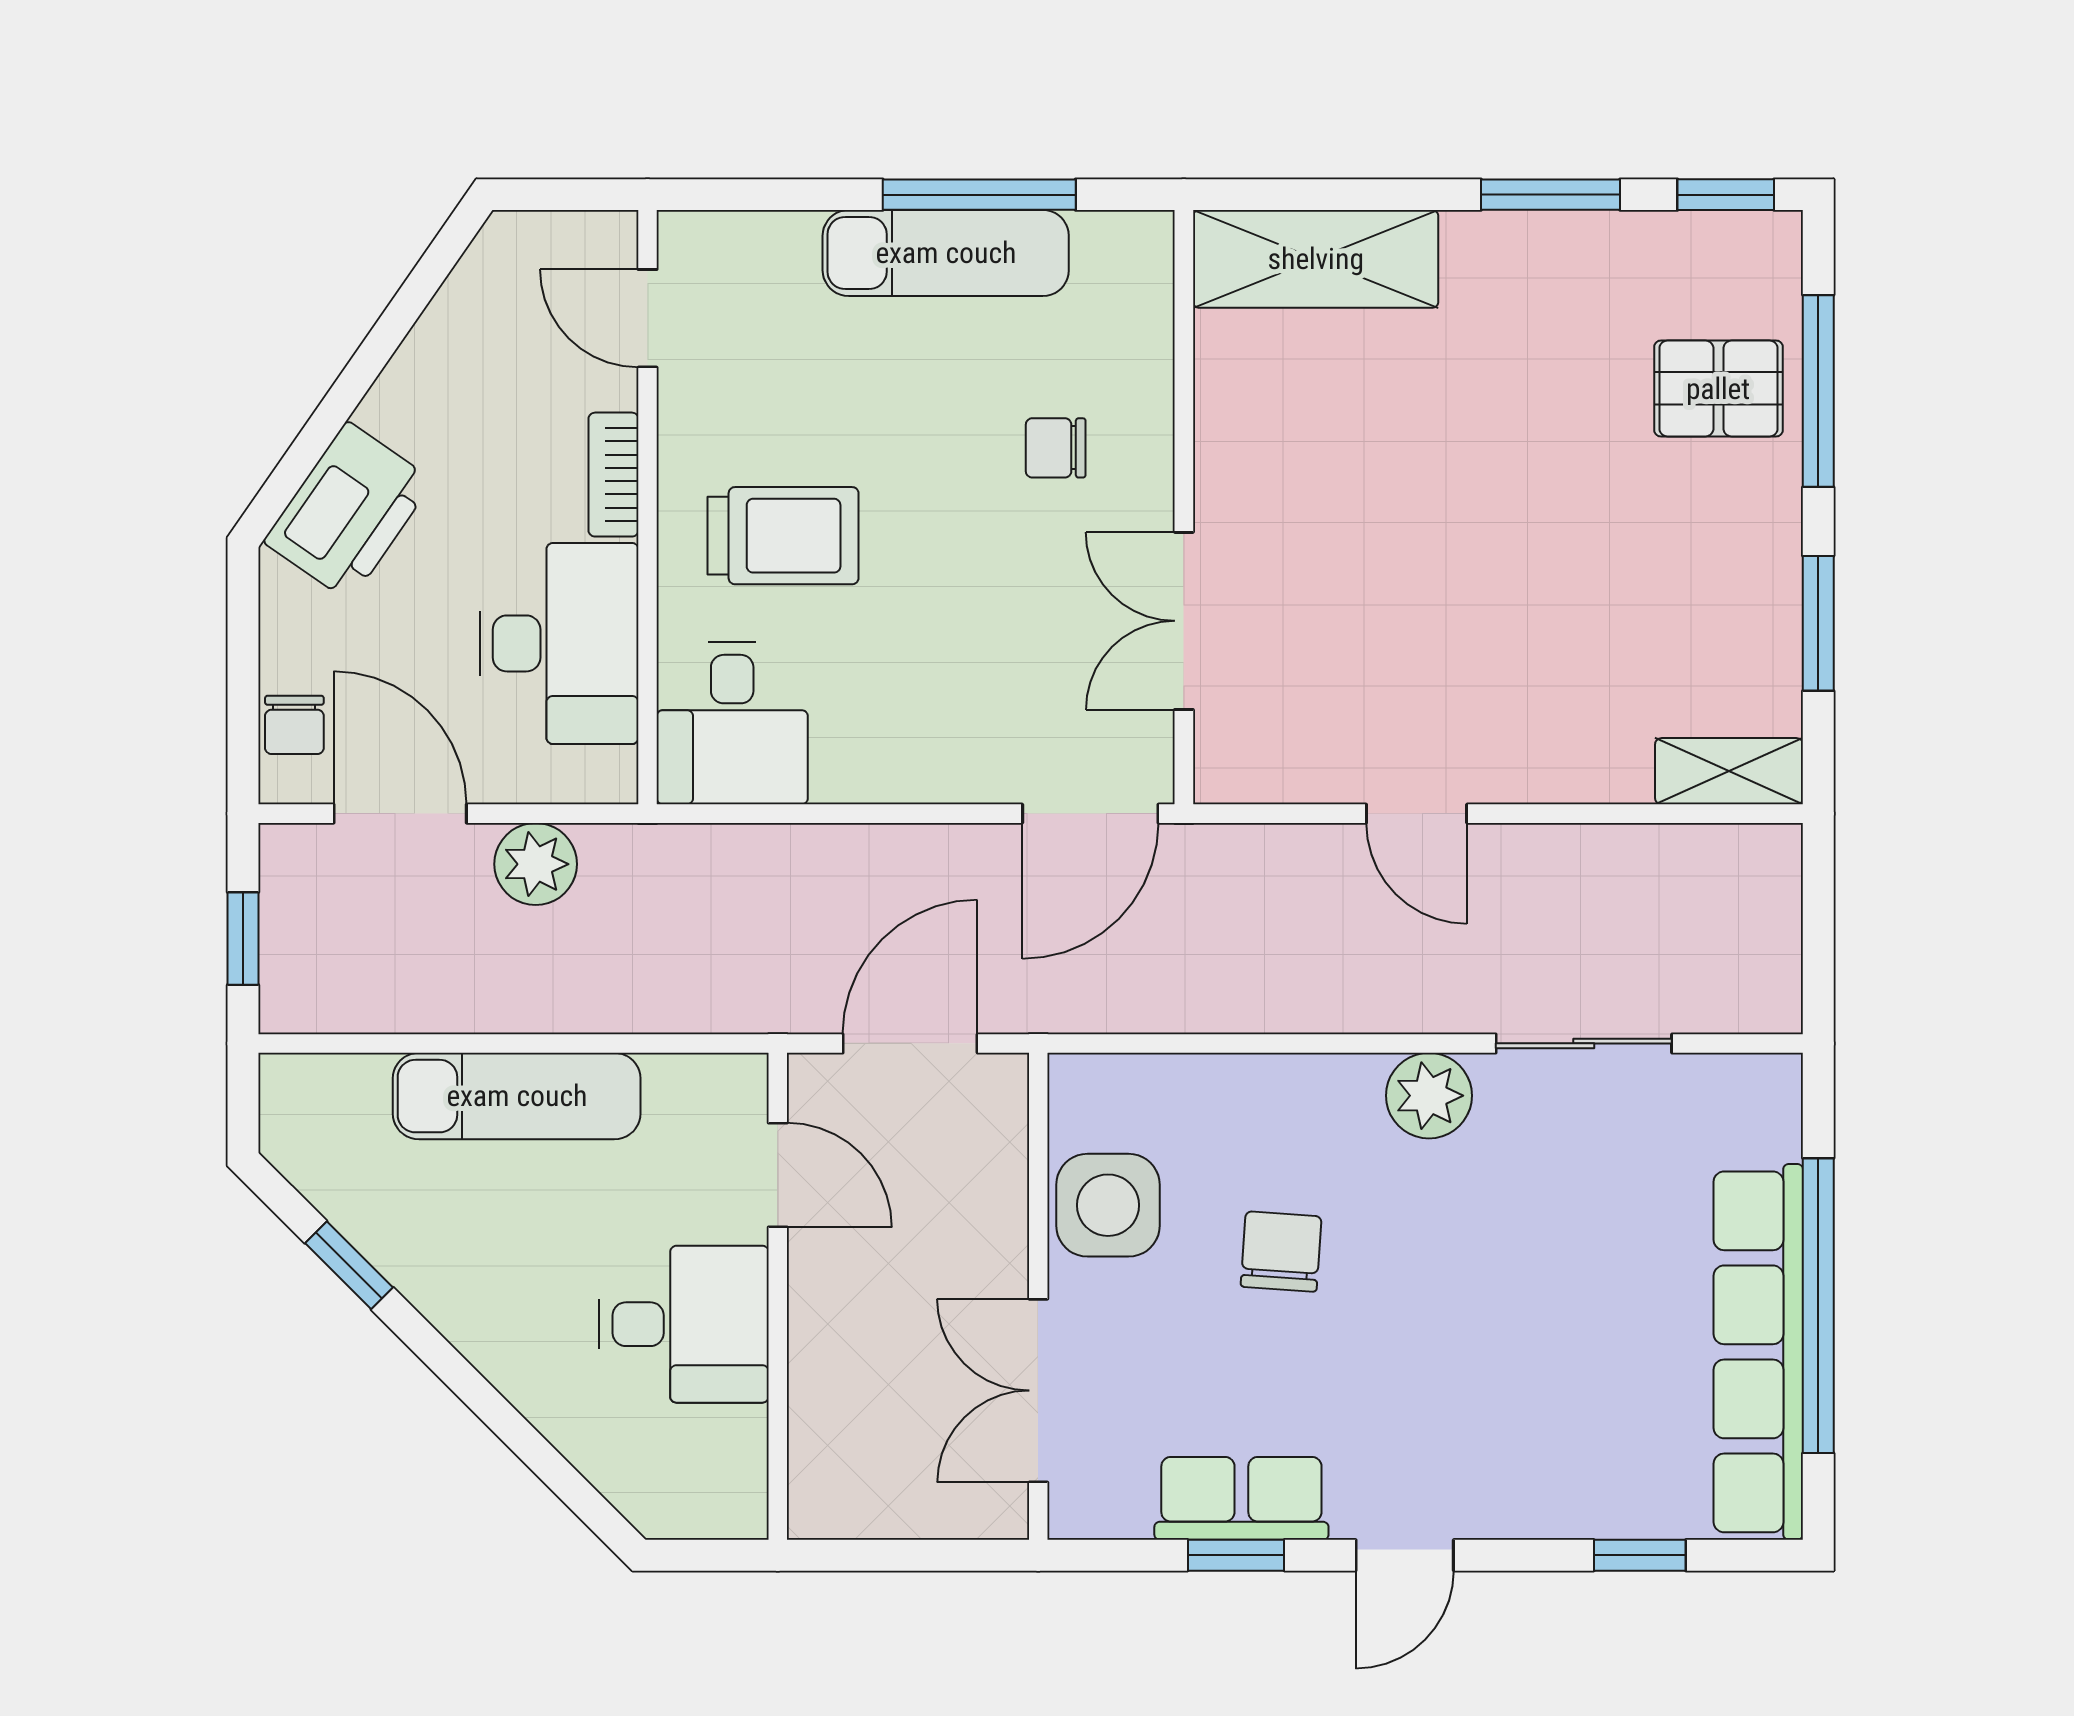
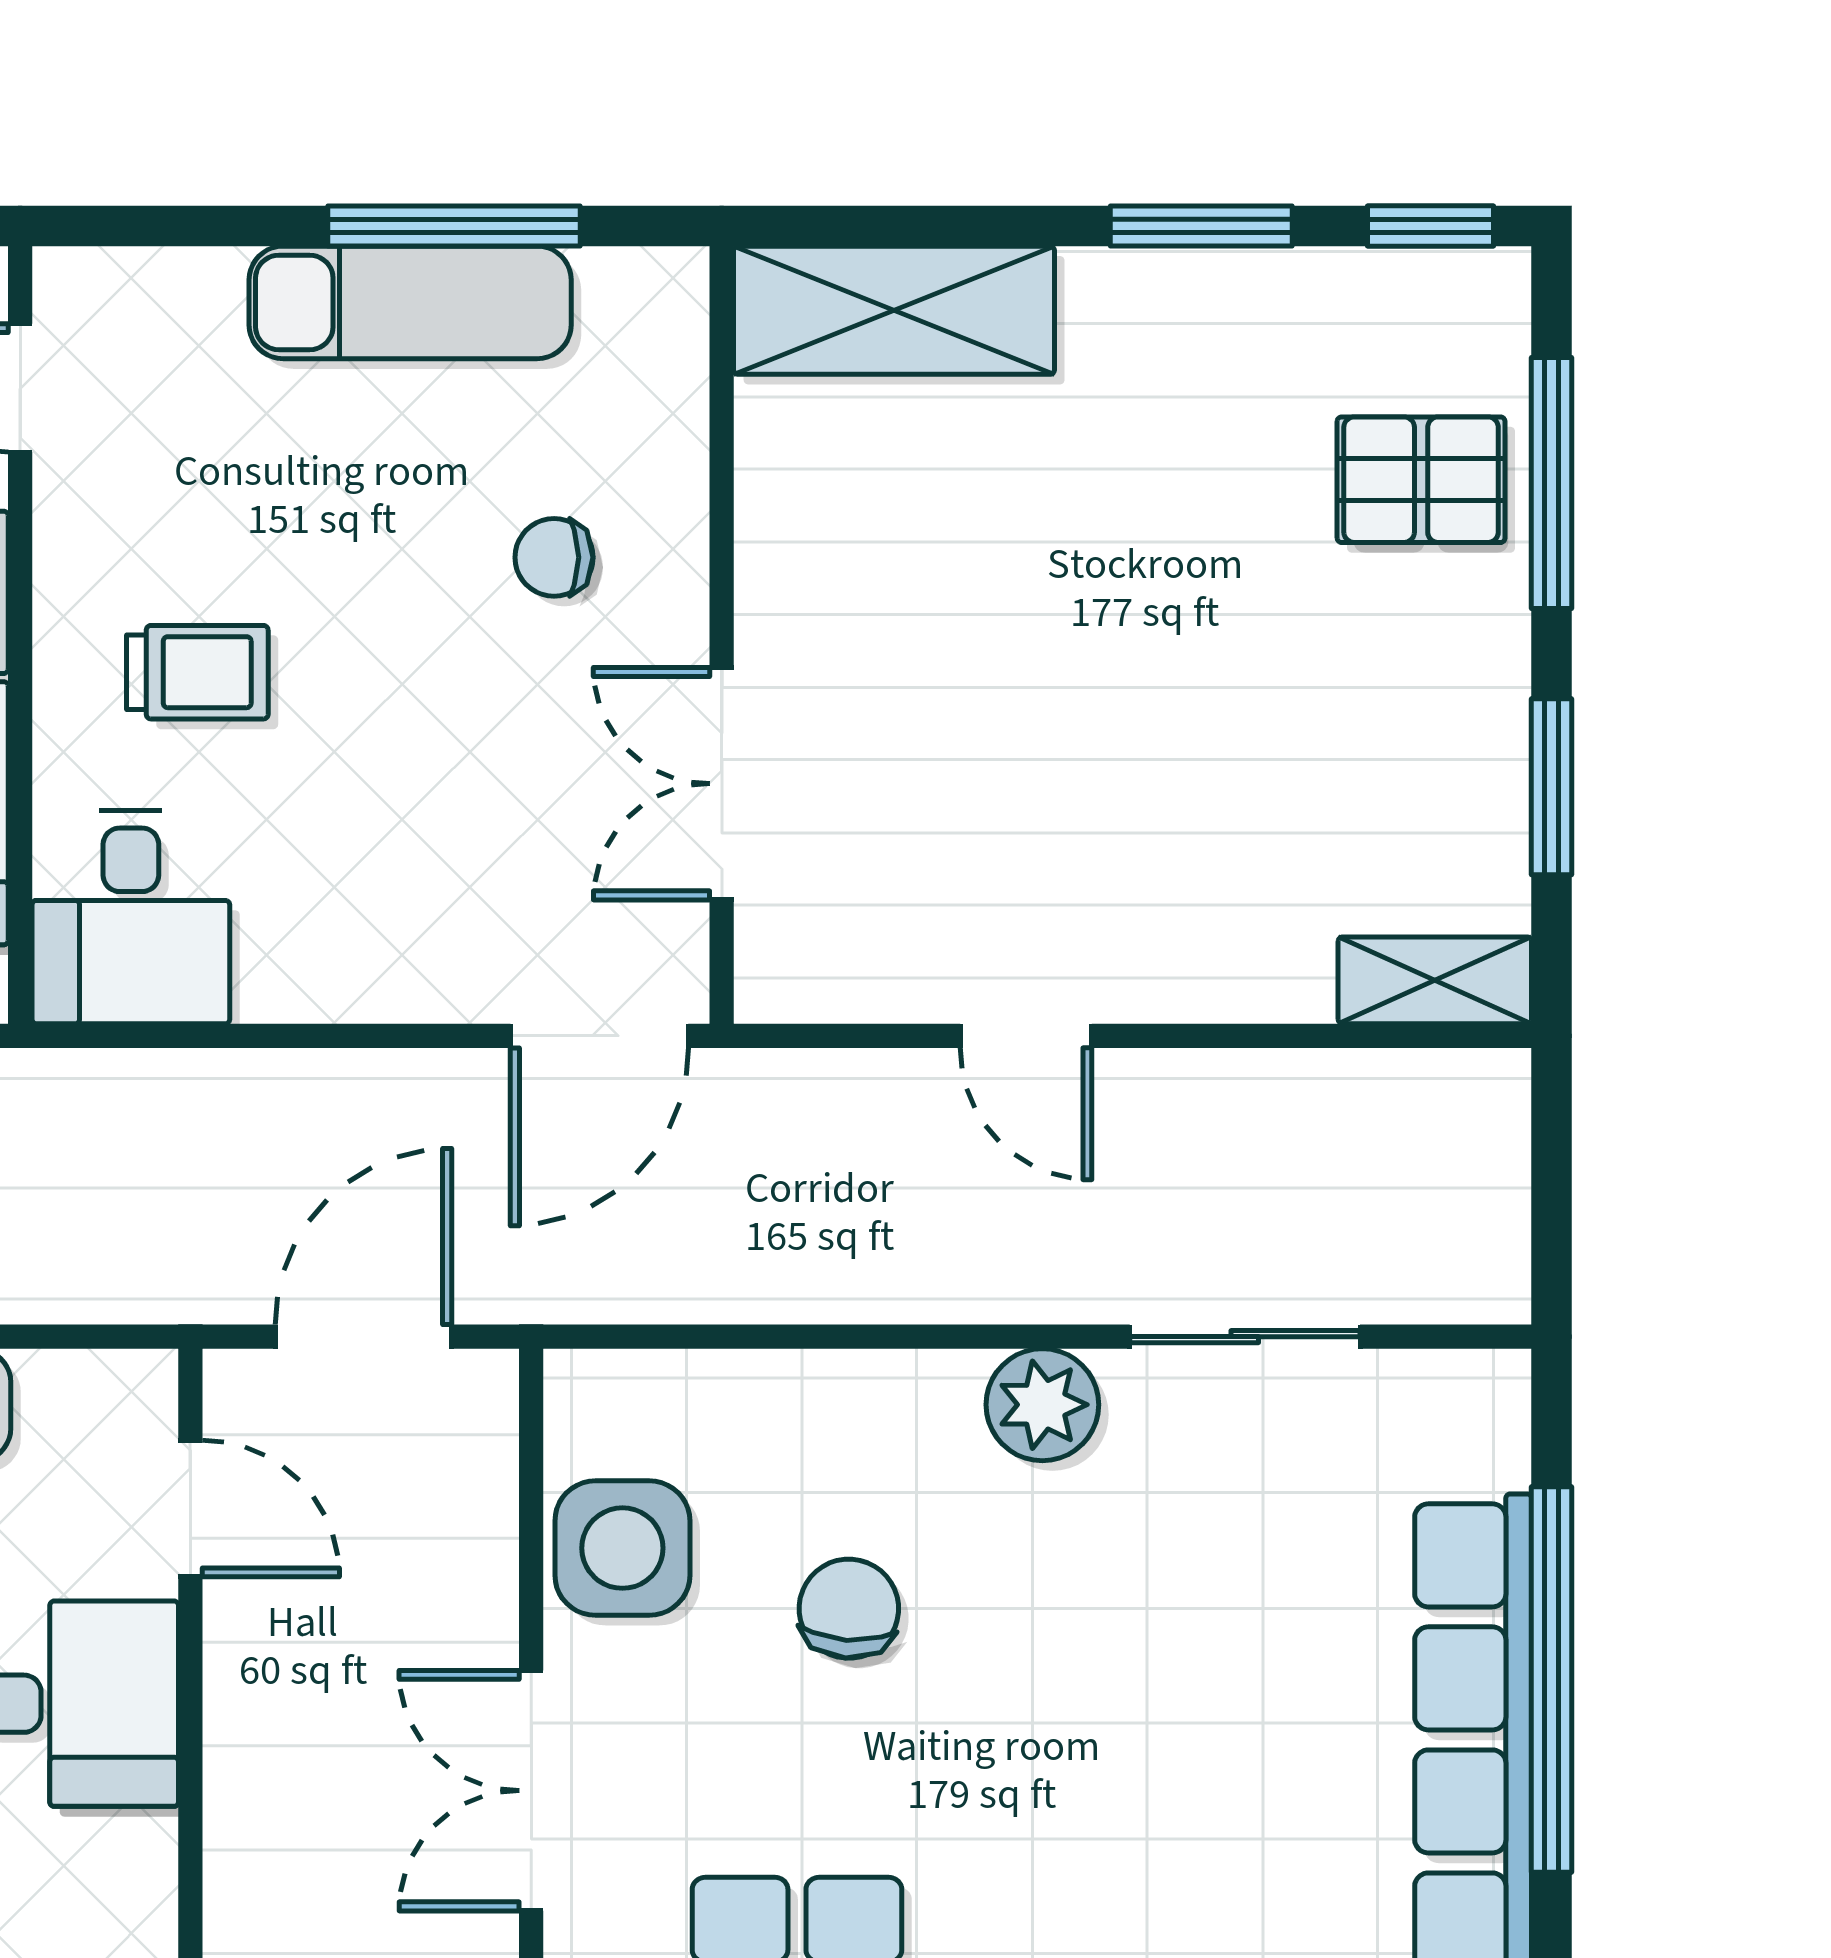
trolley: (783, 536) -> (197, 672), width x0.73, depth x0.72

